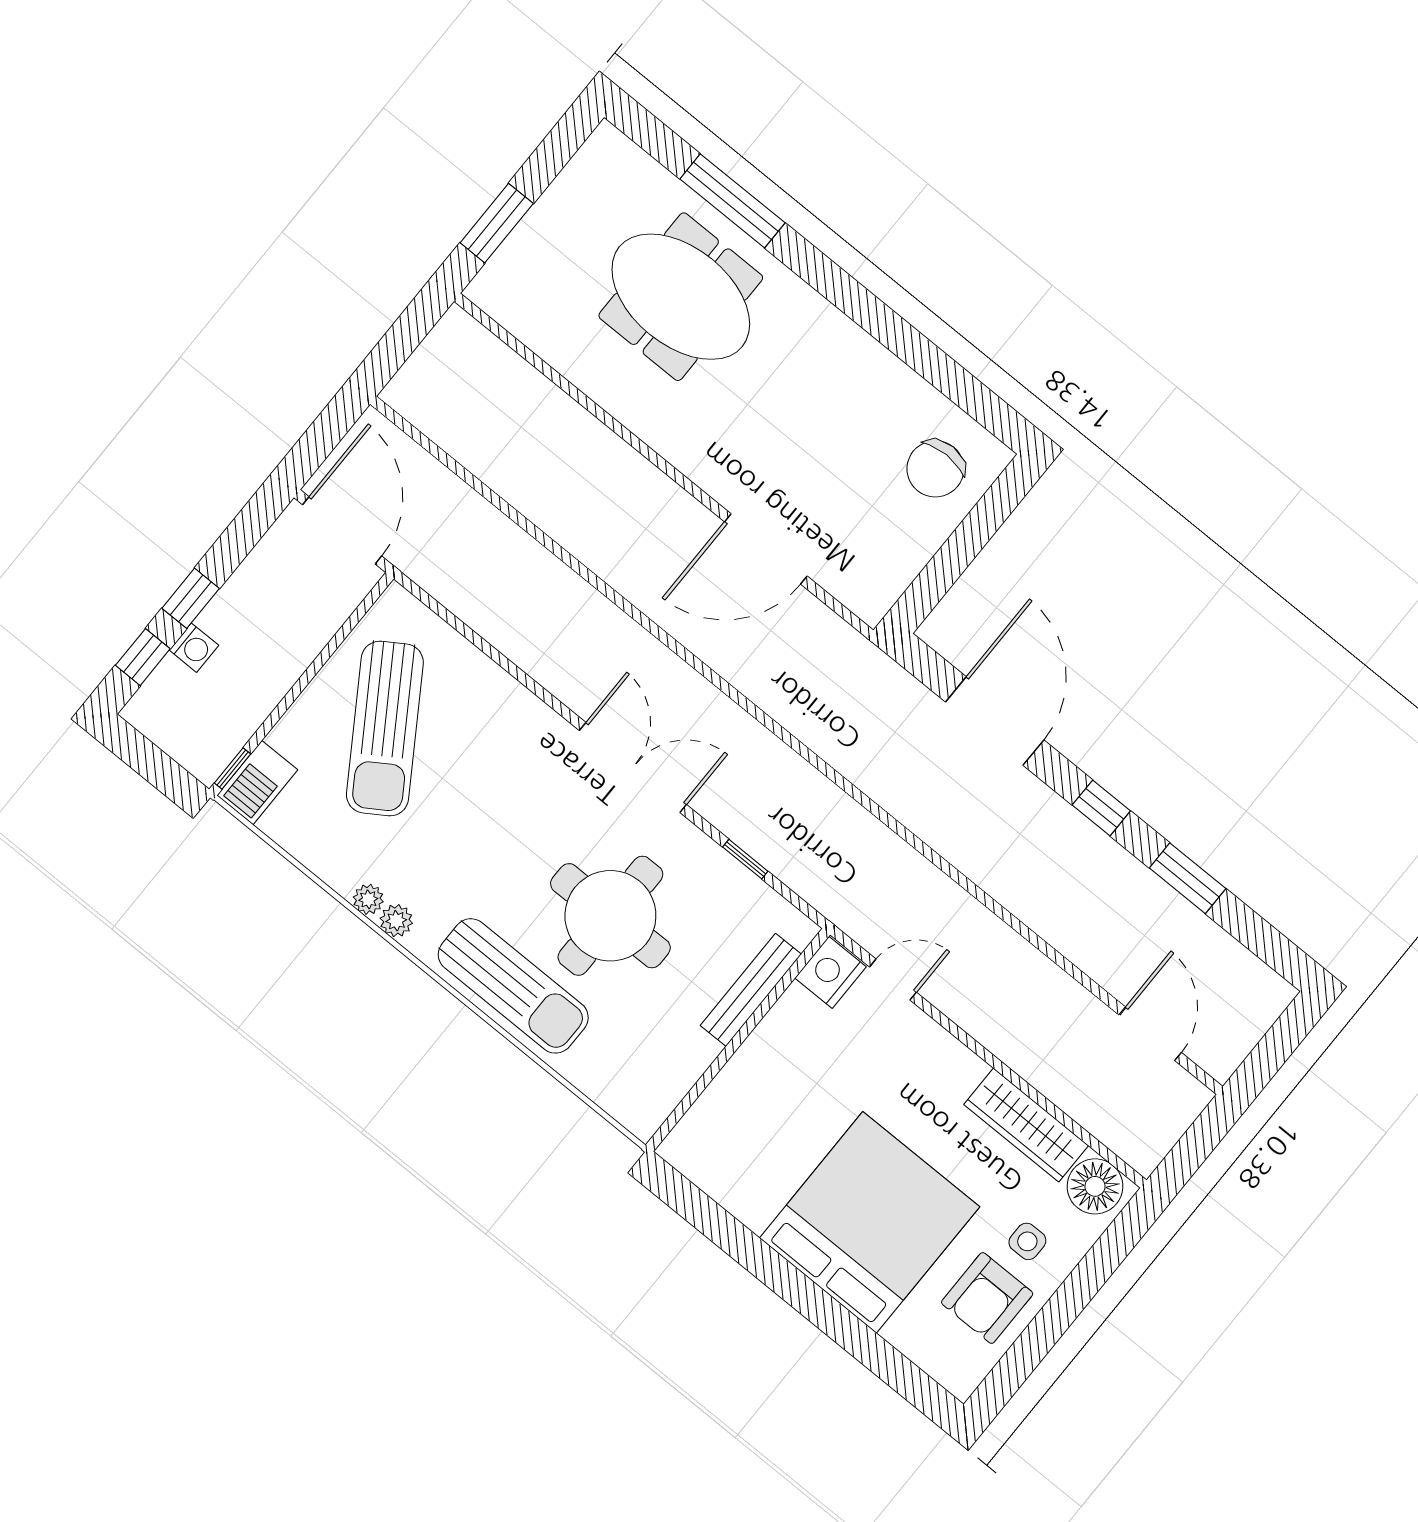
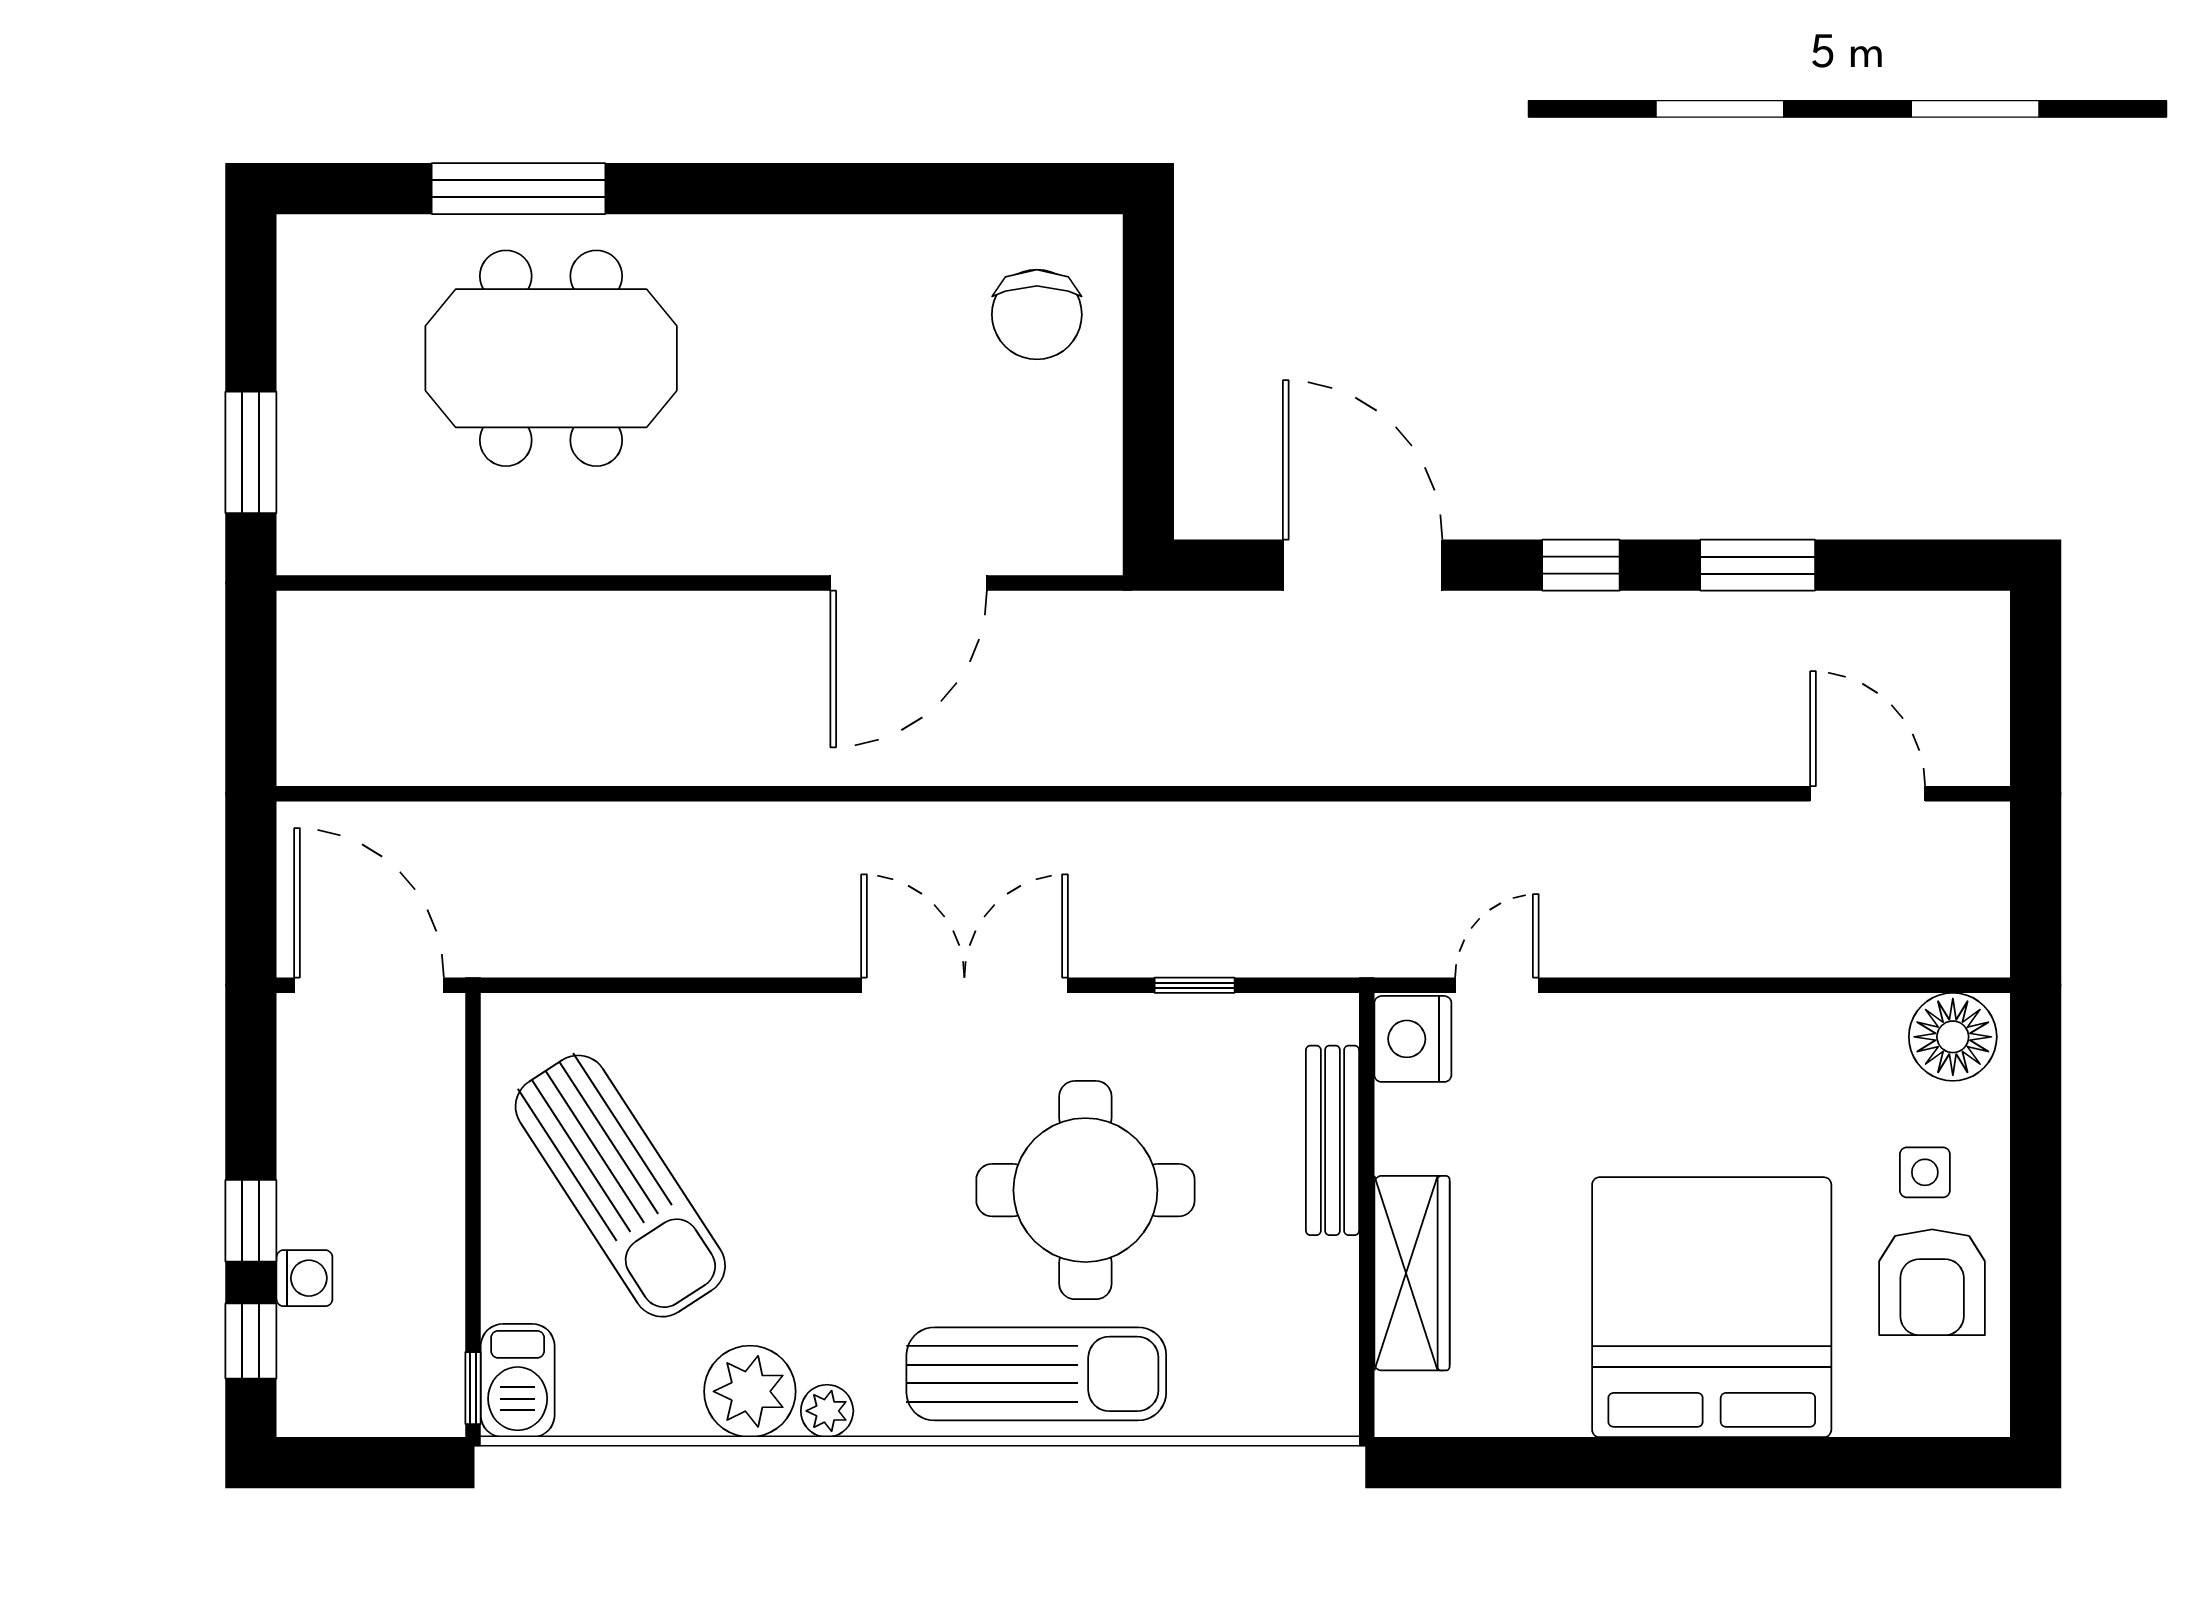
plant: (368, 899) -> (750, 1391), width x1.88, depth x1.88
wardrobe: (1026, 1125) -> (1412, 1273), moved, turned -90

